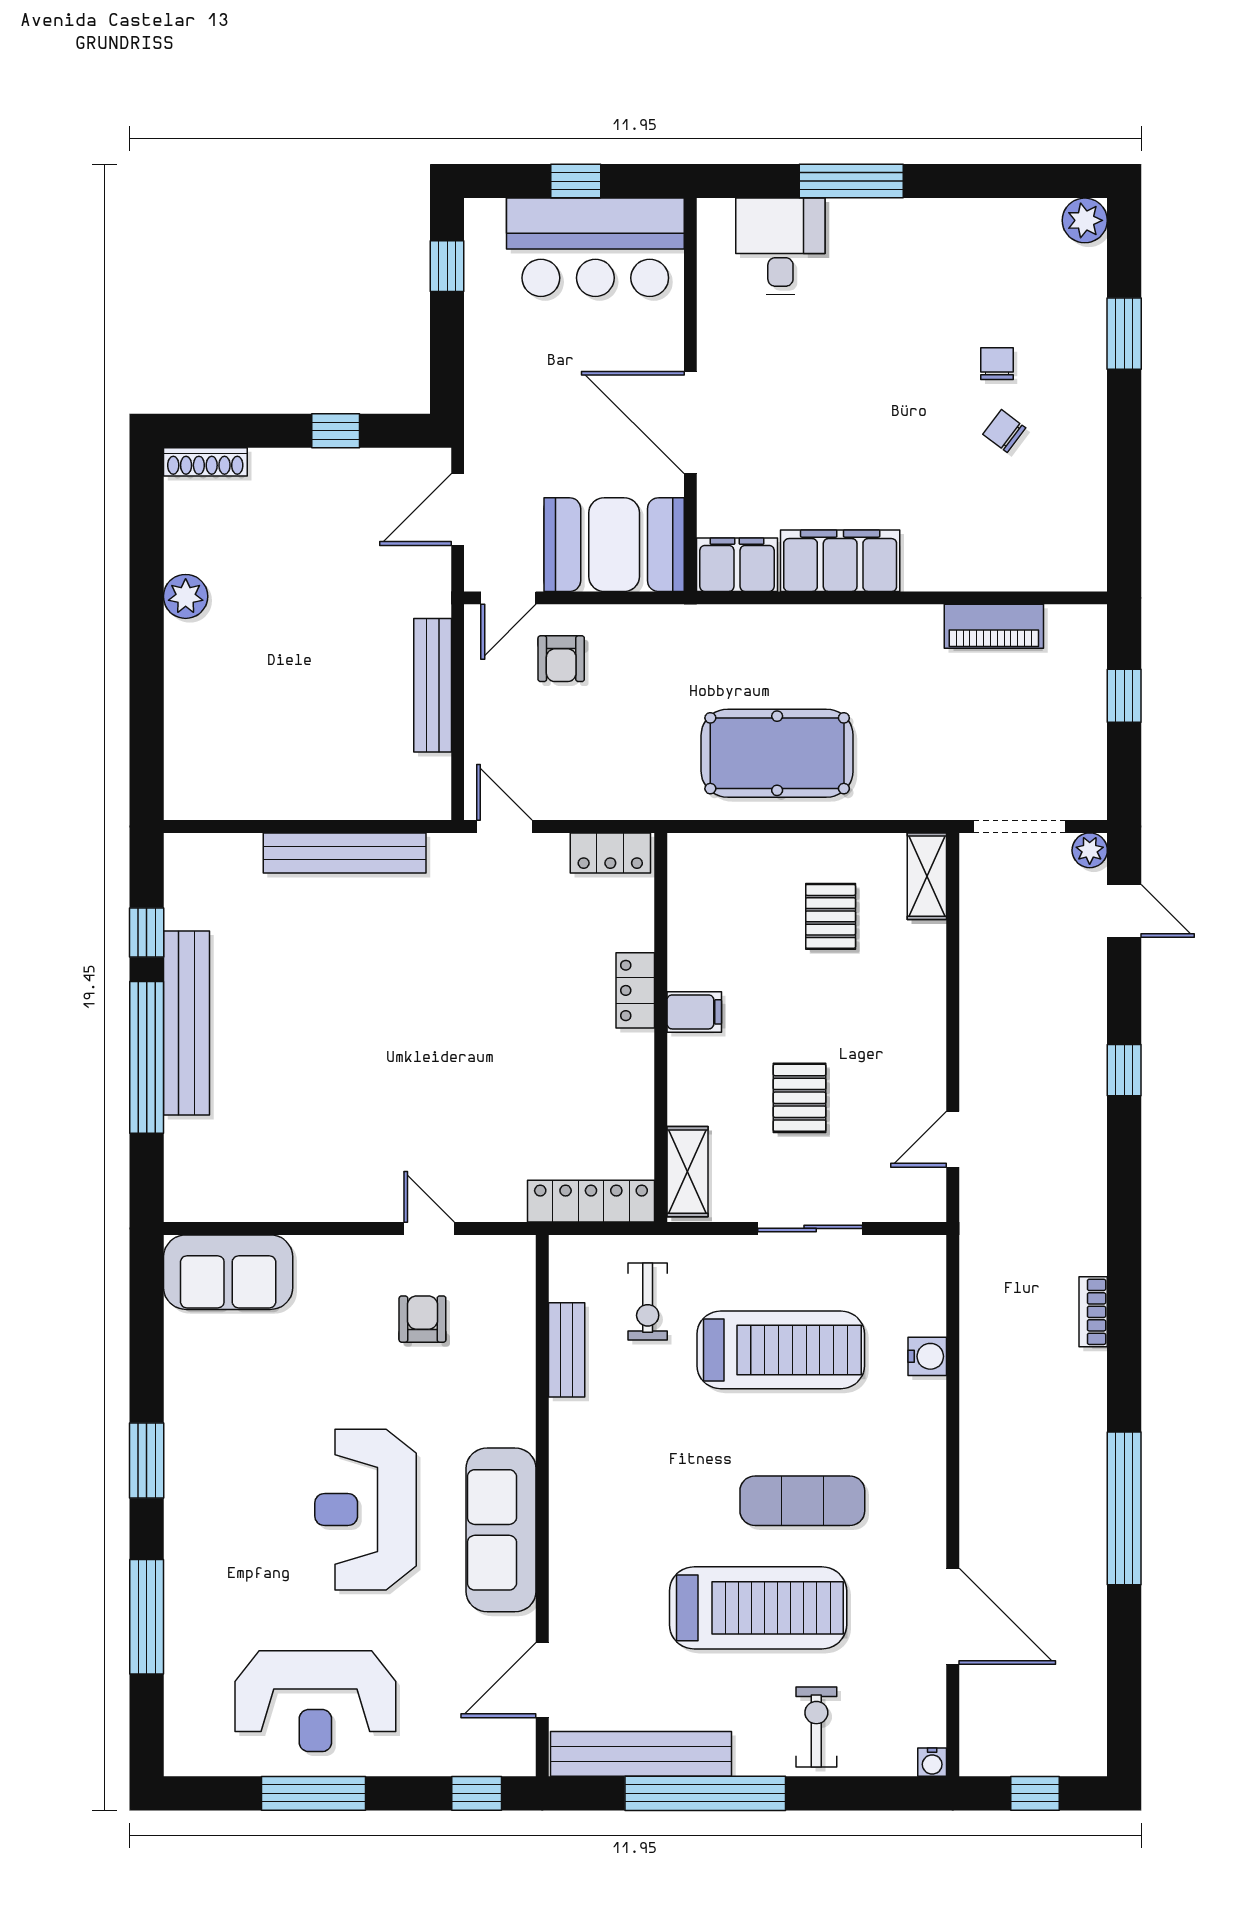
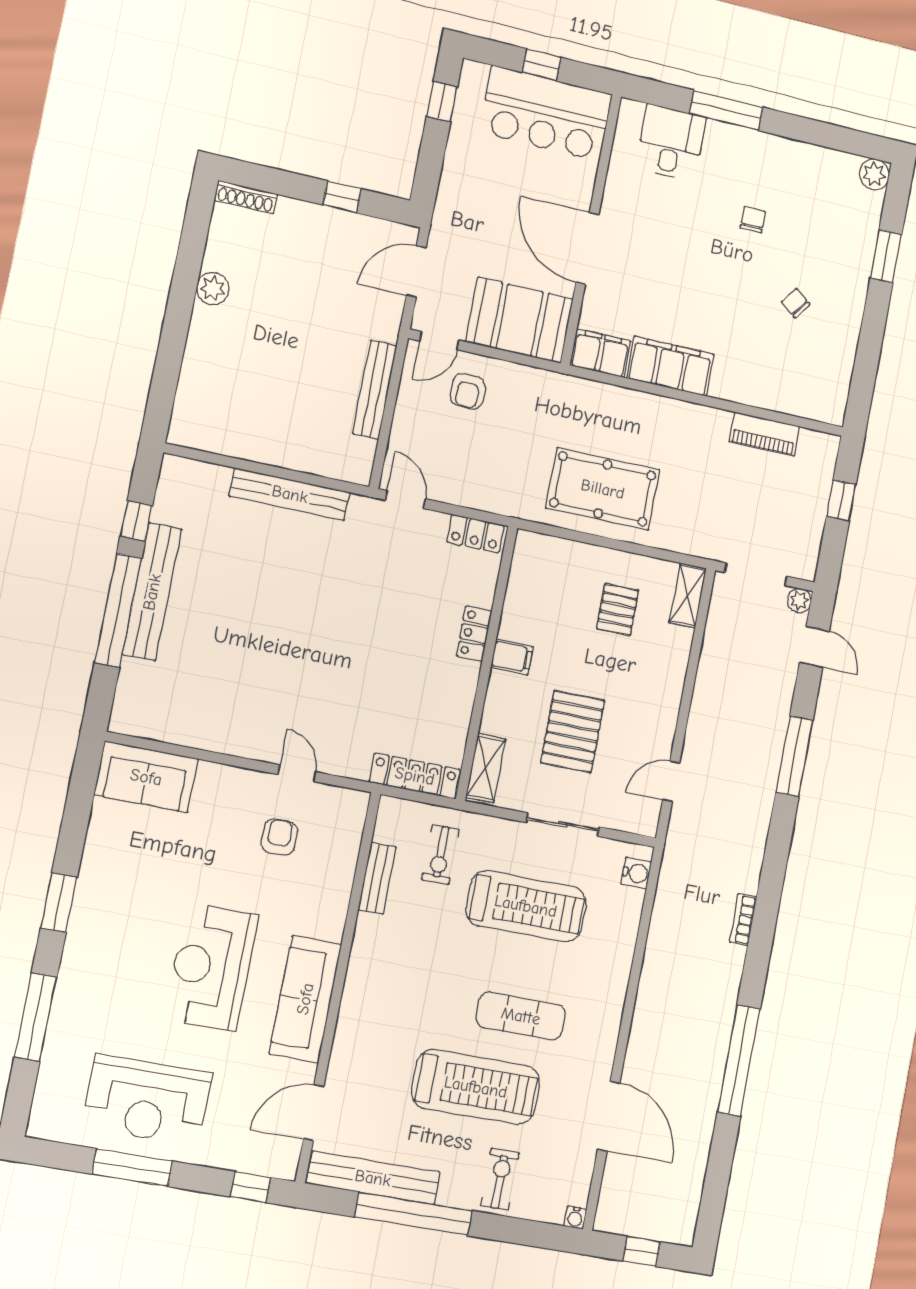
chair: (997, 364) -> (753, 220), moved
window: (1124, 1070) -> (794, 756), width x2.17
pallet: (800, 1098) -> (573, 732), width x1.50, depth x1.42
water cooler: (927, 1356) -> (636, 873), moved

